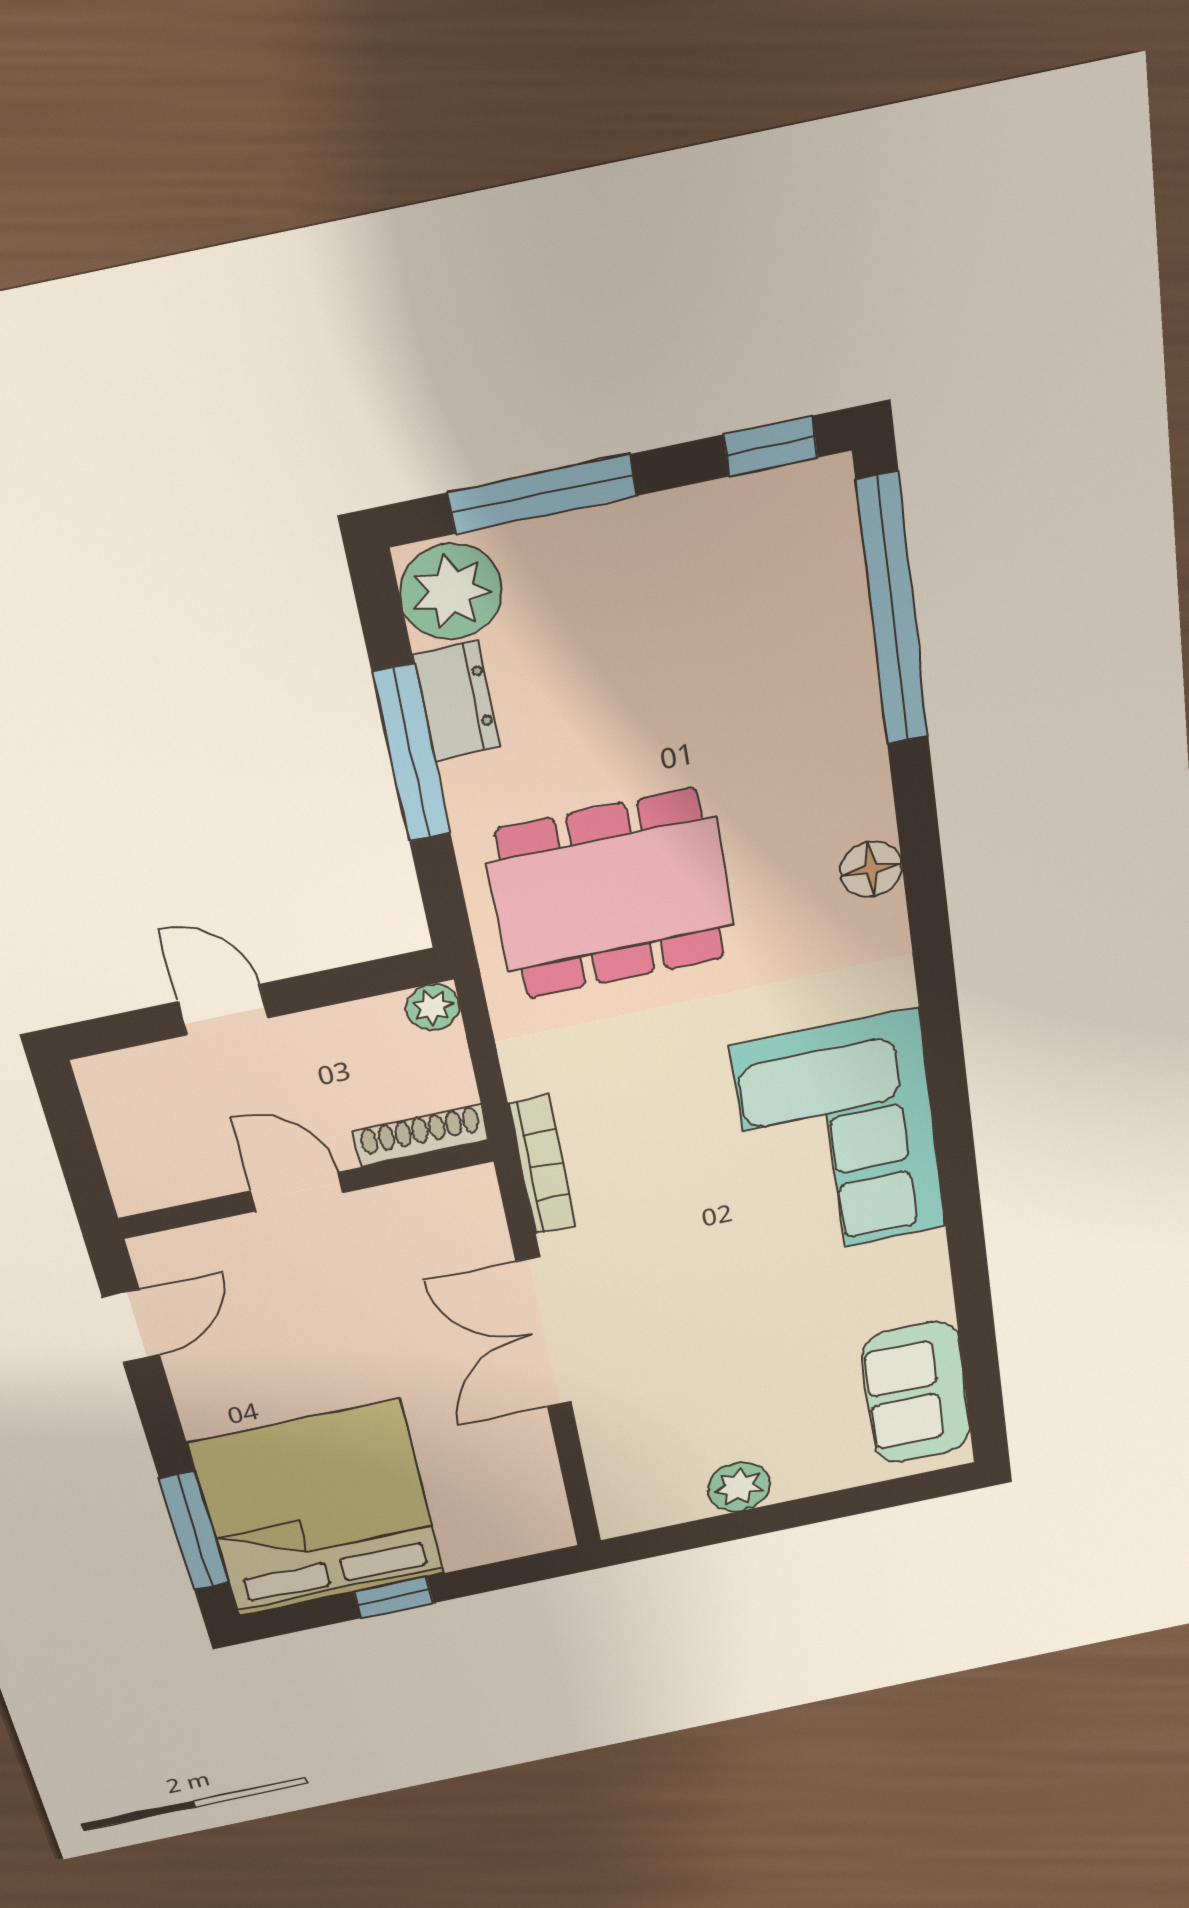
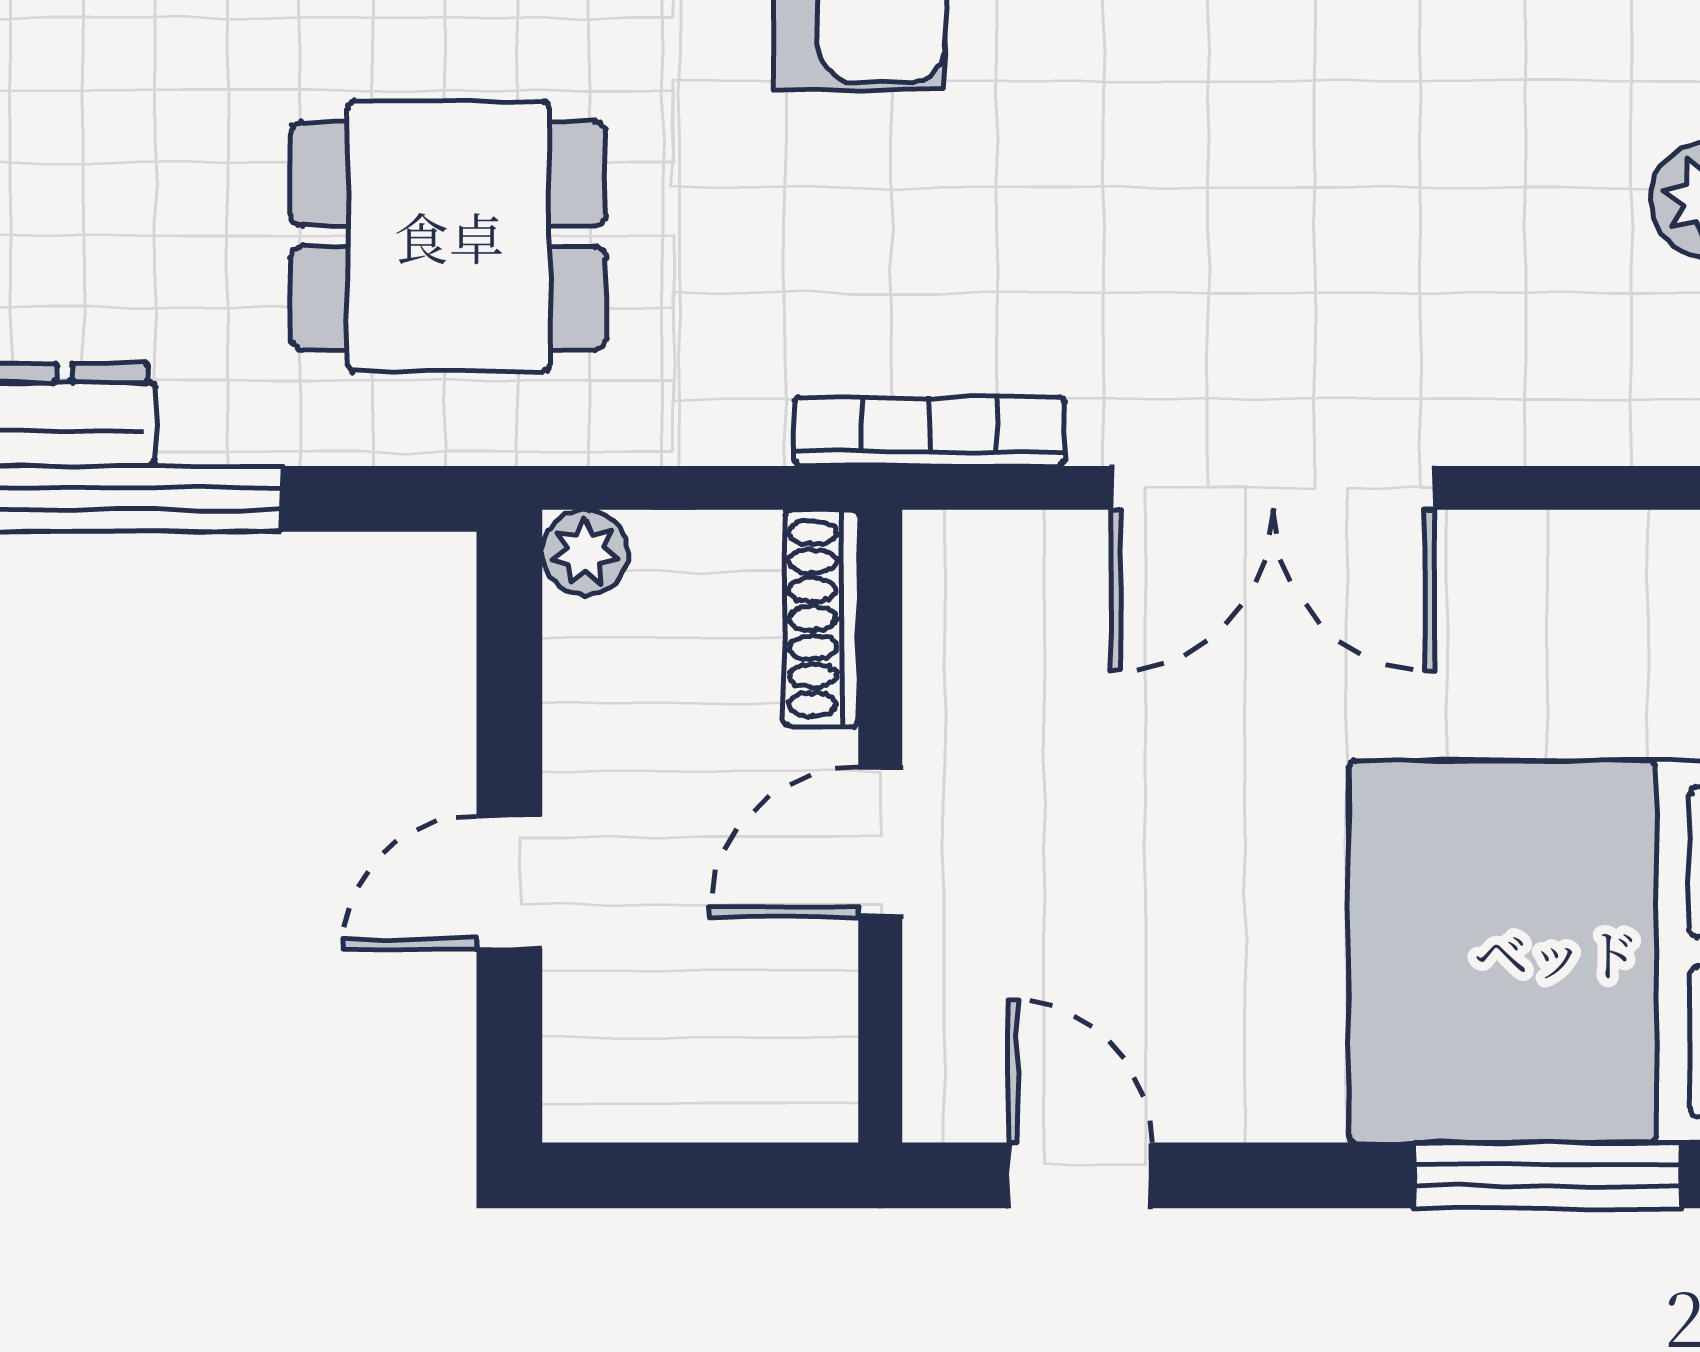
dining table: (611, 894) -> (449, 236), width x0.73

